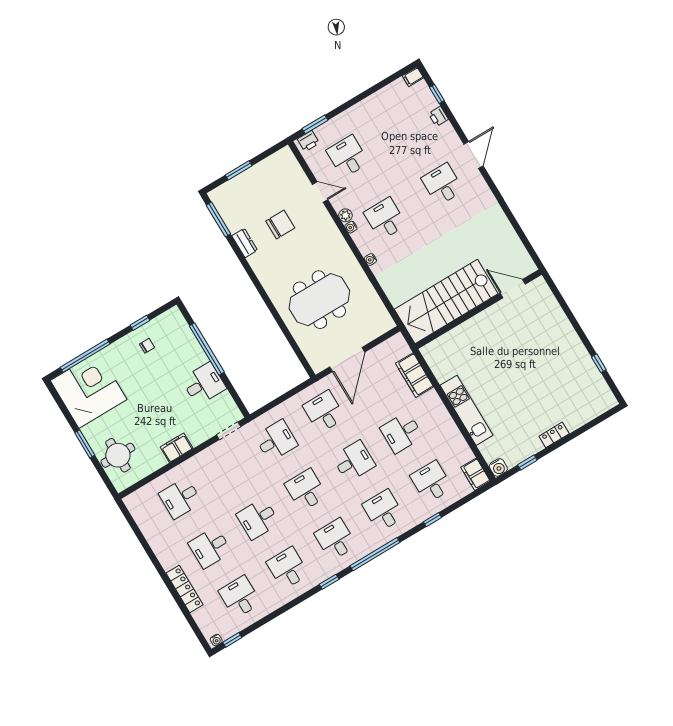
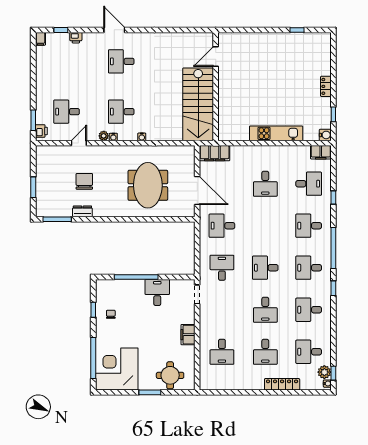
filing cabinet: (415, 375) -> (215, 153), moved
desk: (354, 461) -> (265, 226), removed
desk: (431, 482) -> (309, 184), turned 180
plant: (227, 629) -> (324, 372), added

